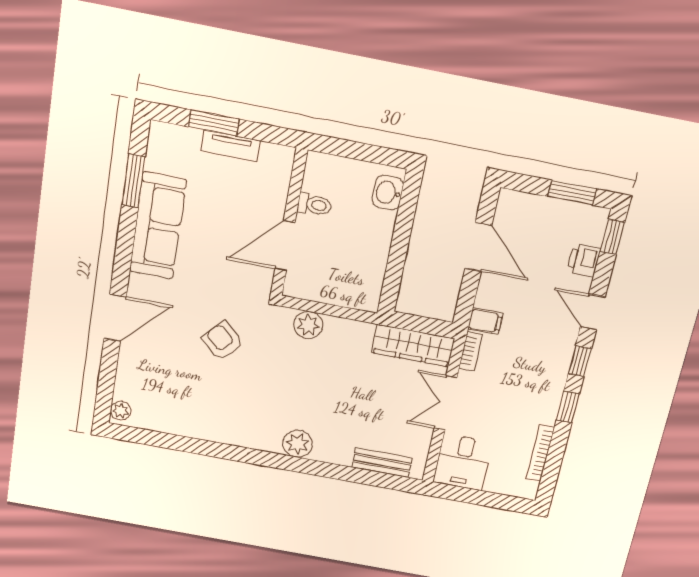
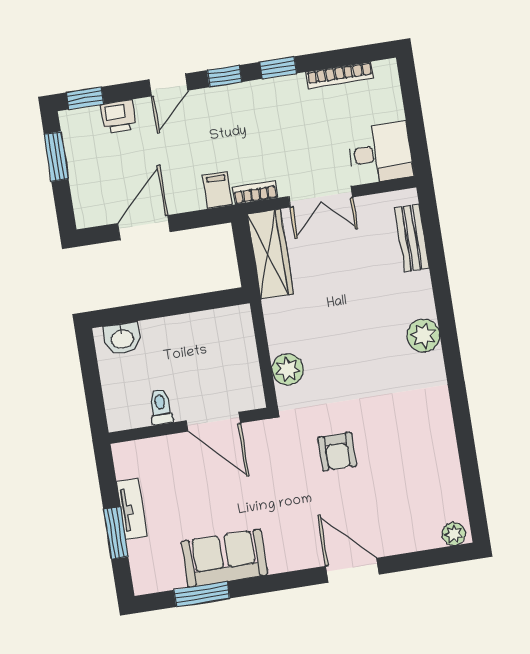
sofa: (158, 226) -> (224, 558), width x0.73
armchair: (223, 341) -> (337, 452), turned -42

